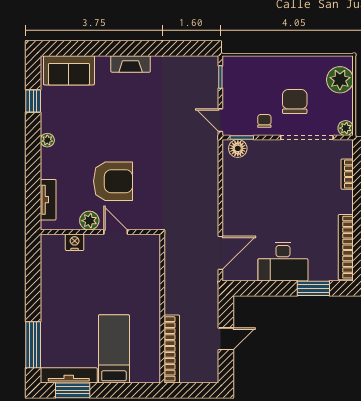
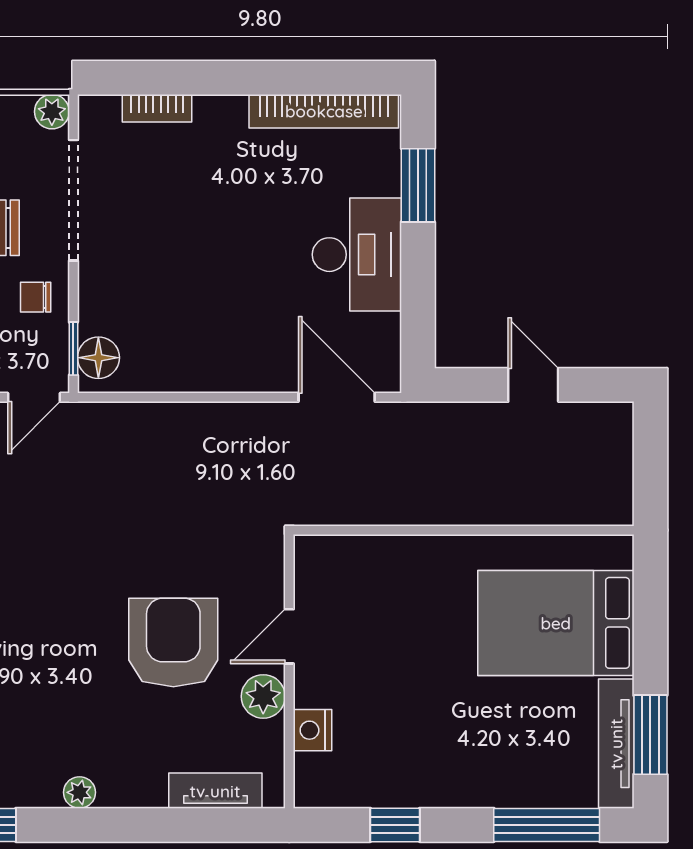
window: (33, 278) -> (395, 825), added
bed: (114, 349) -> (556, 623), width x1.50
bookcase: (172, 349) -> (556, 508), removed

